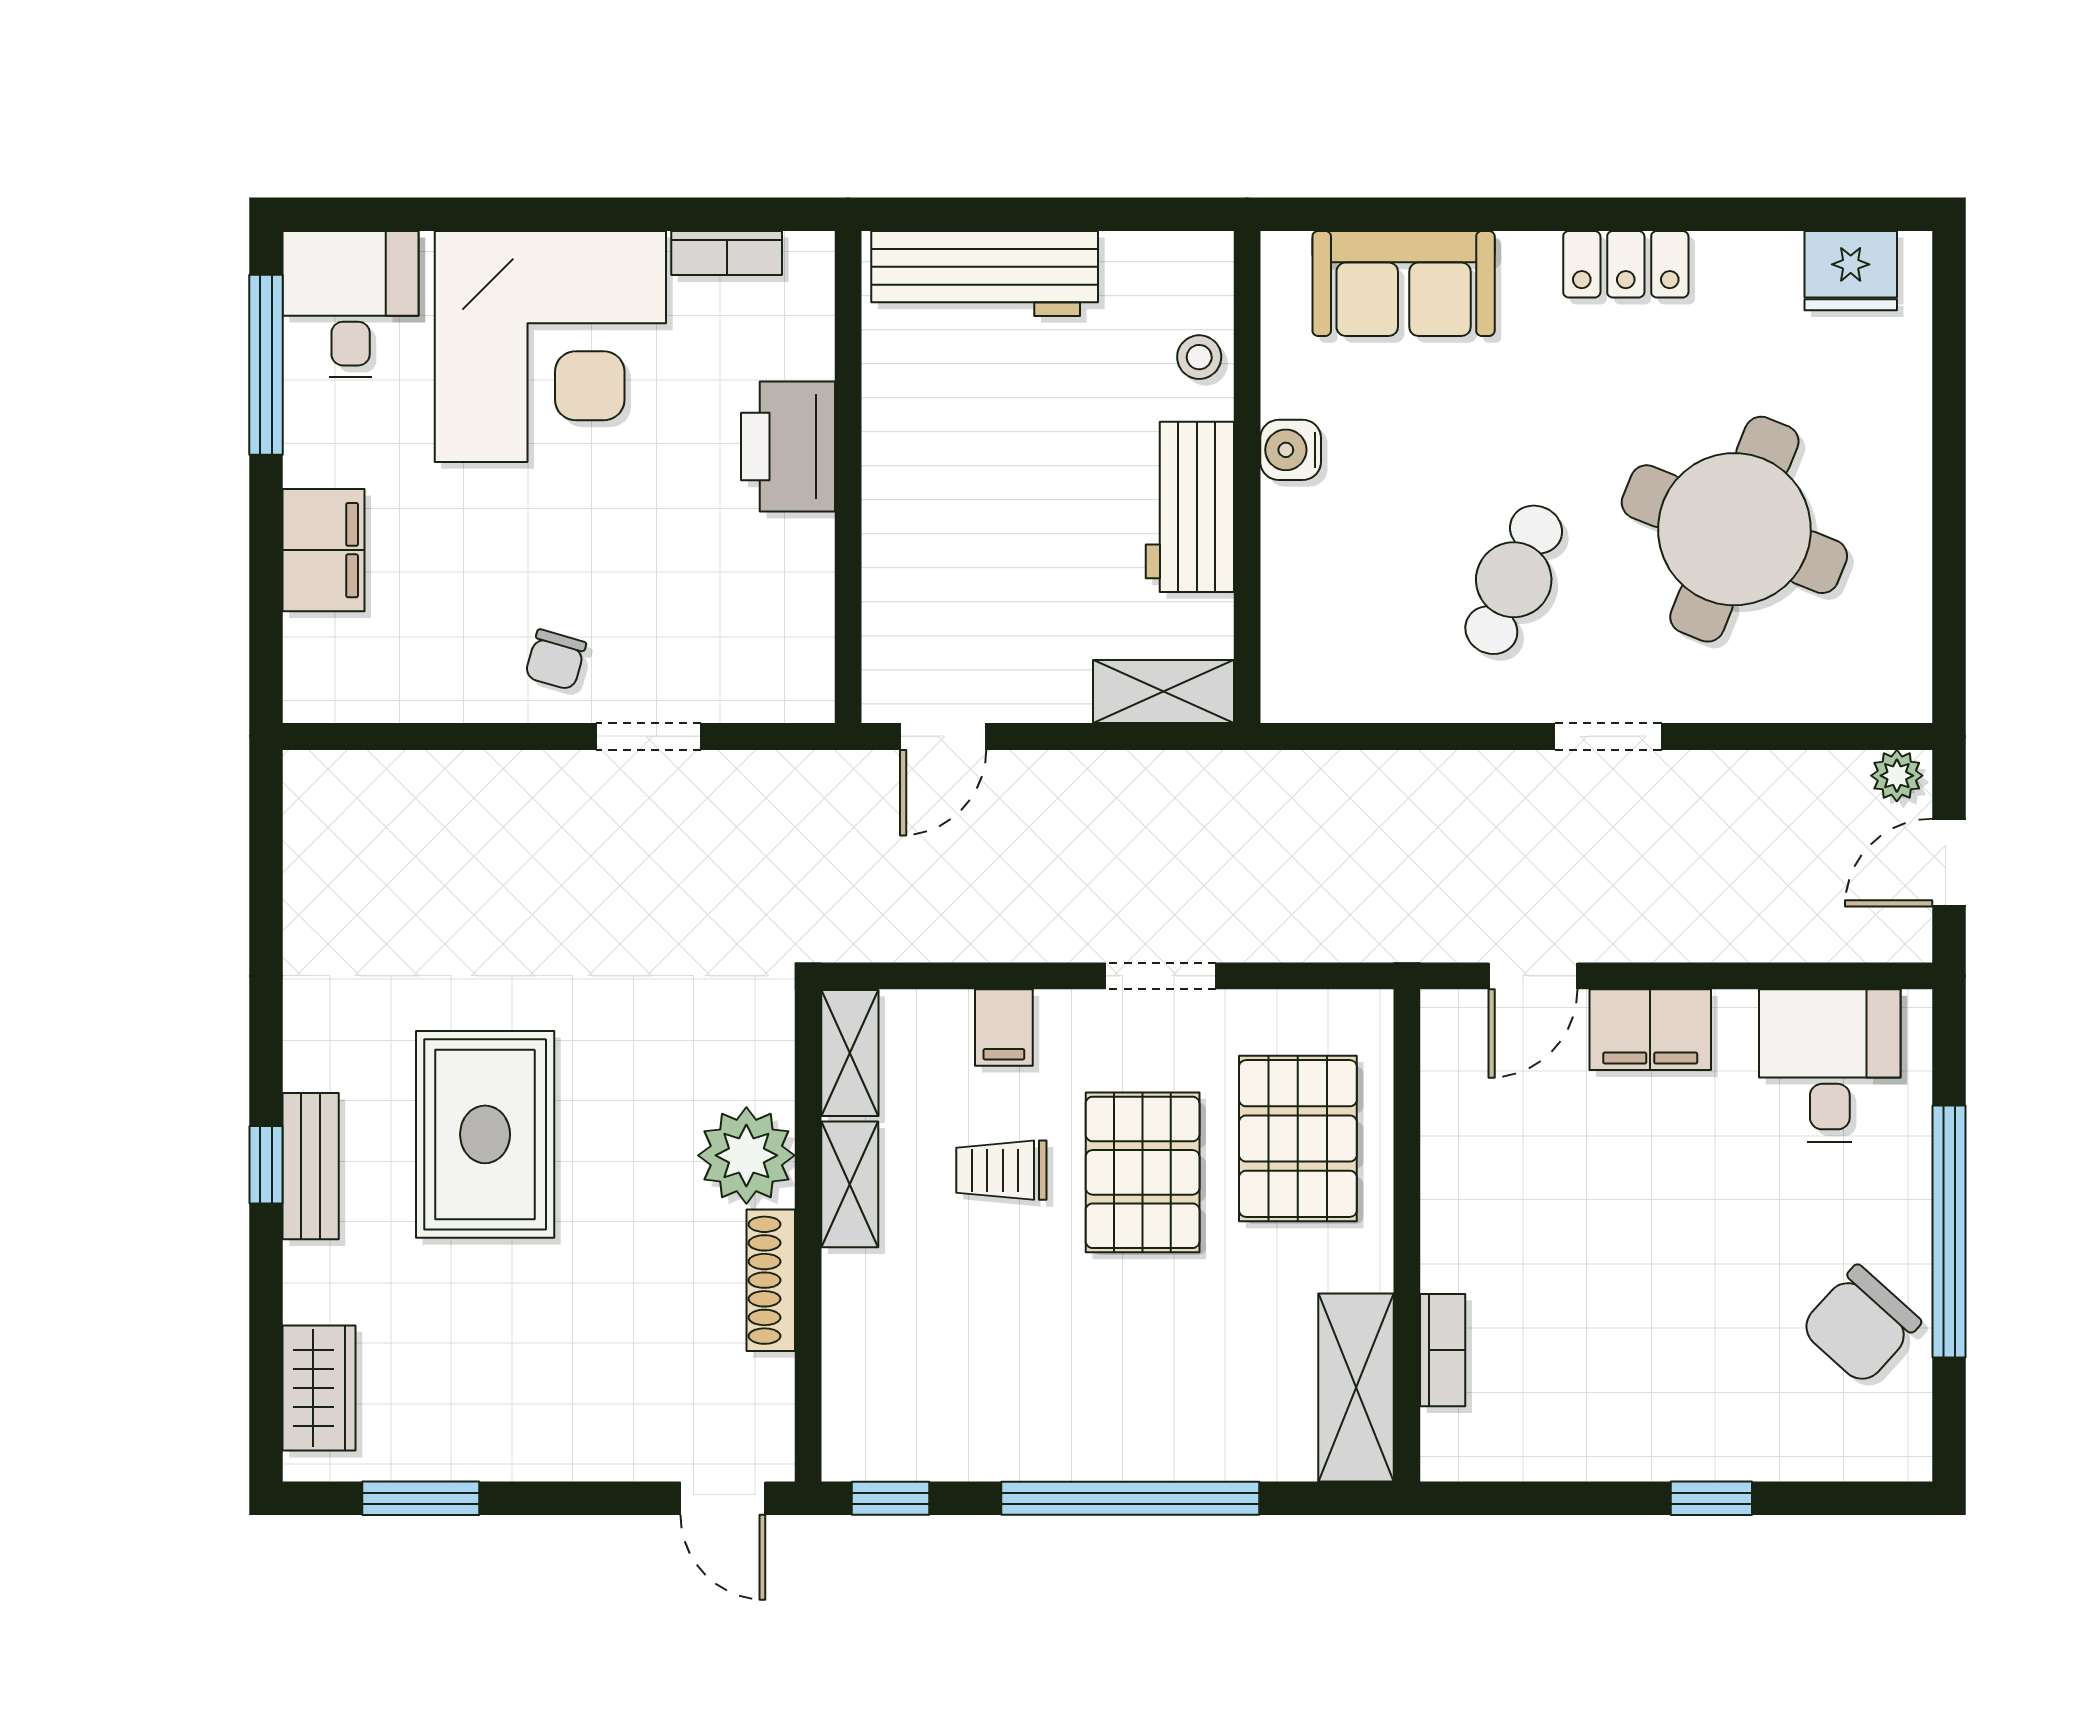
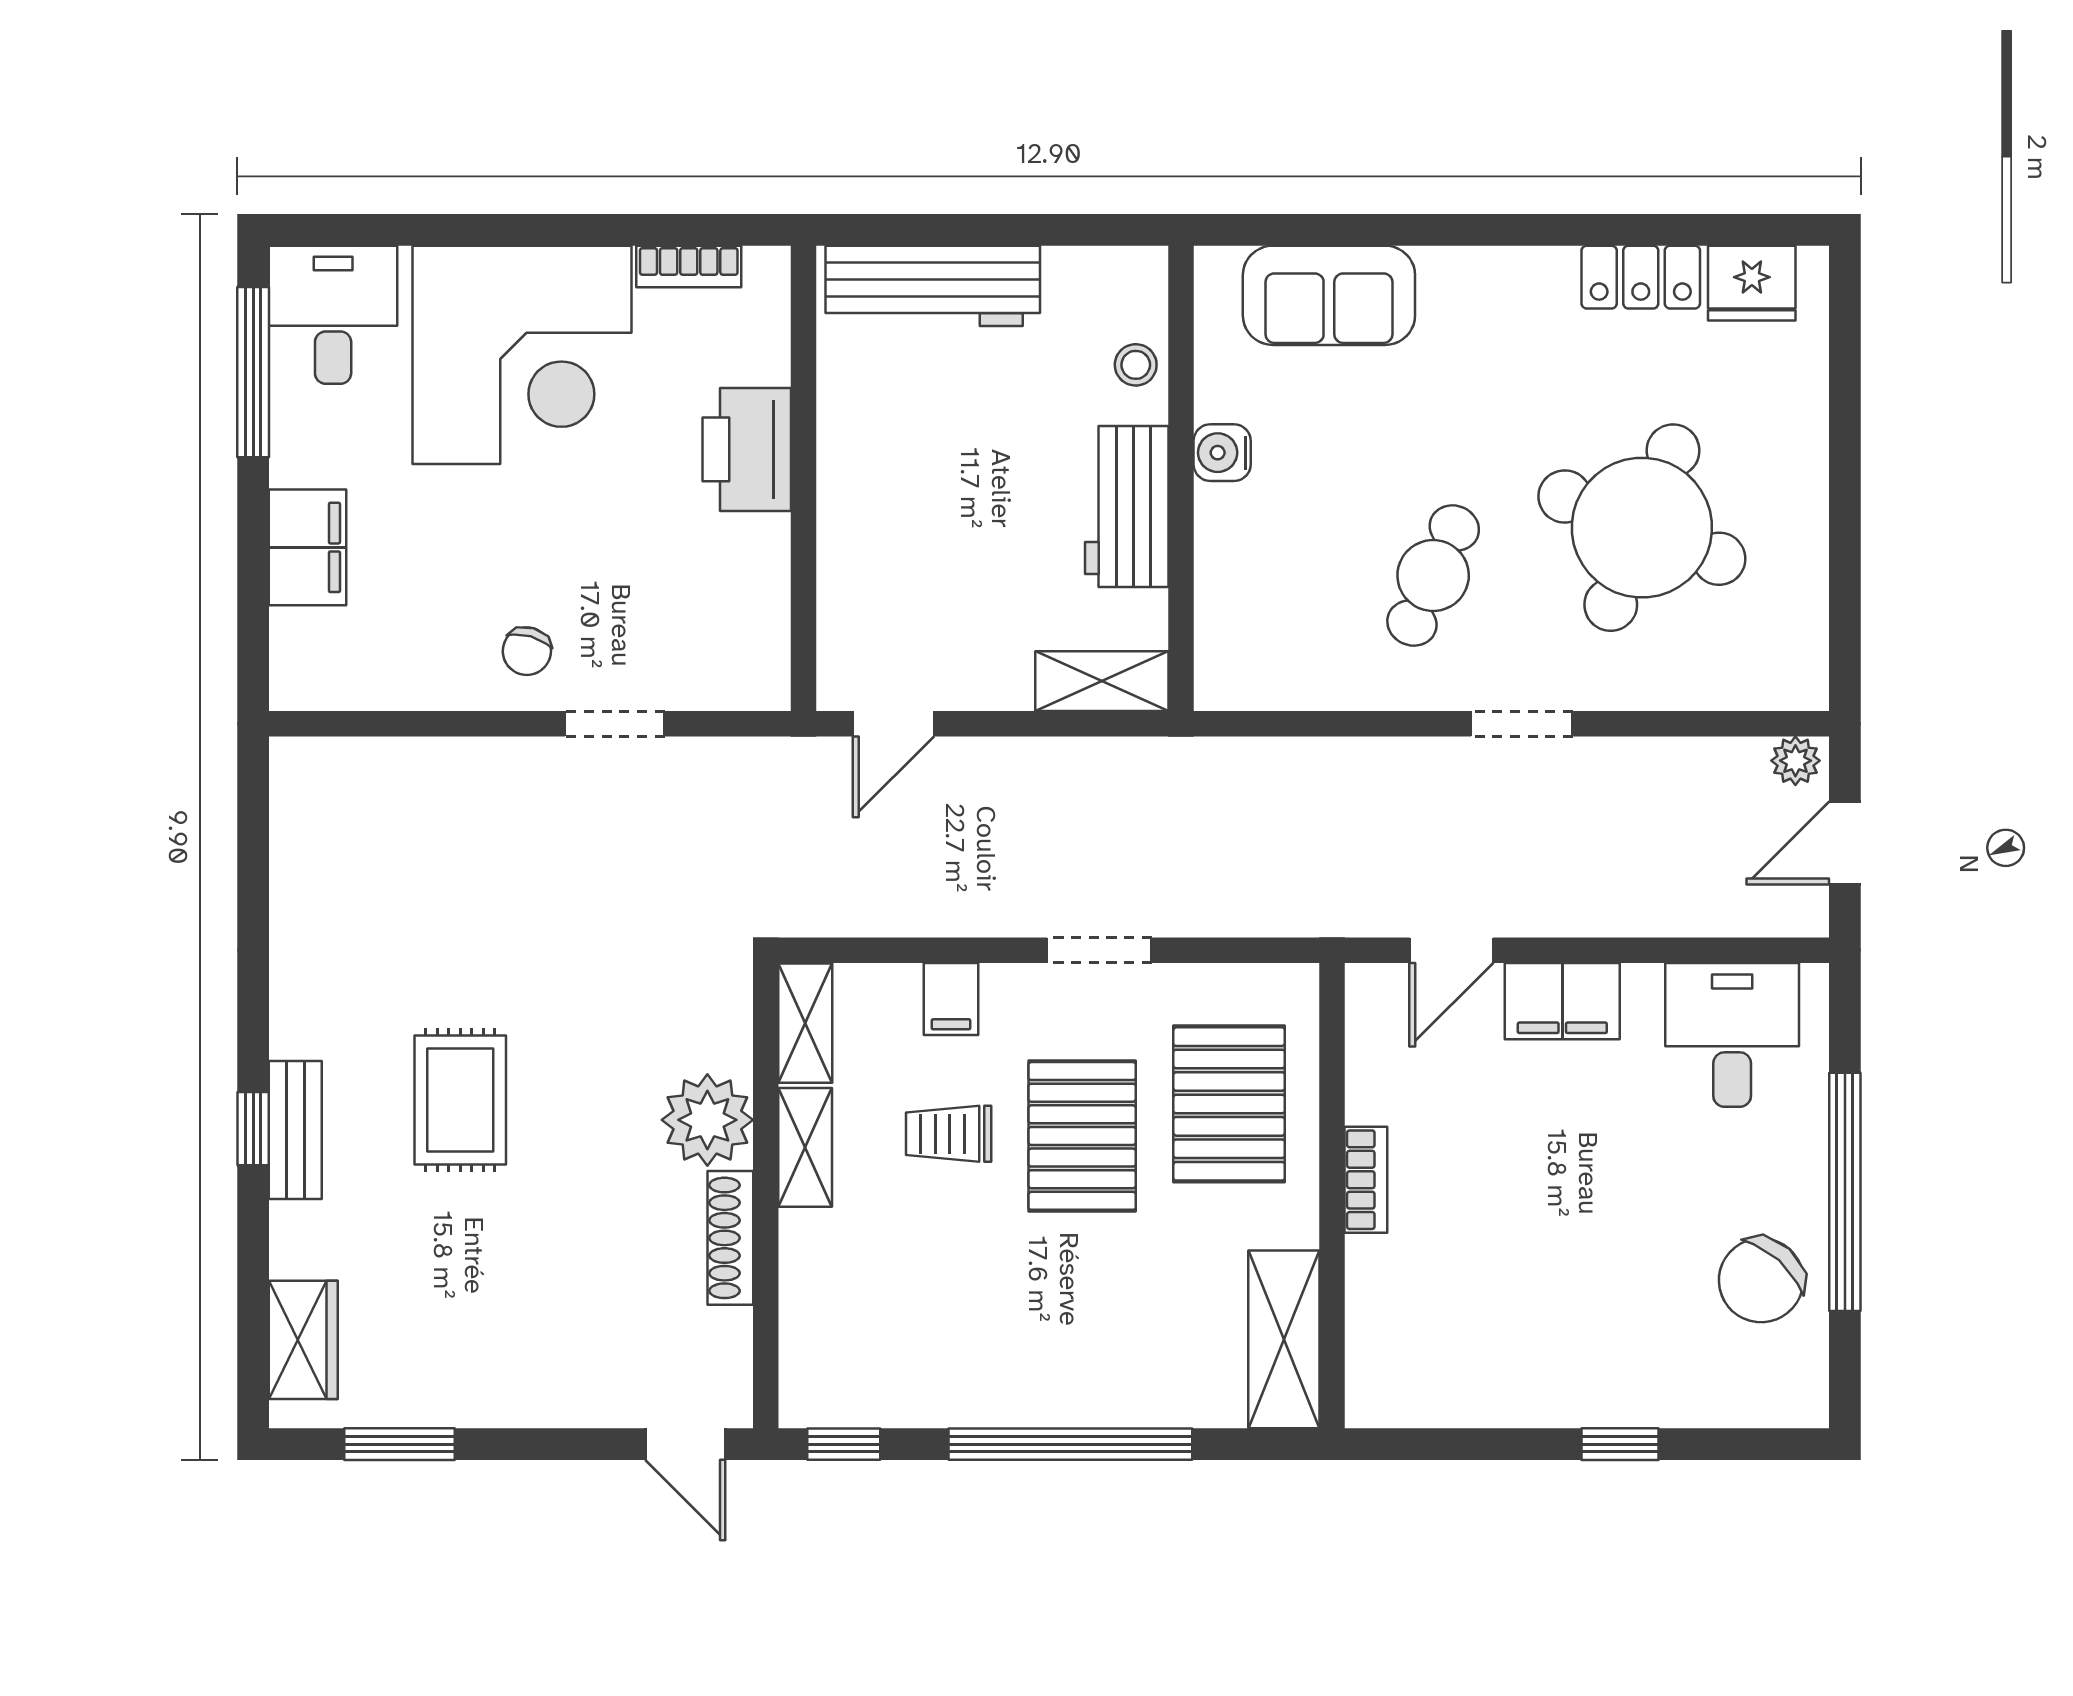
locker: (1626, 264) -> (1641, 277), moved
rug: (485, 1134) -> (460, 1100), width x0.73, depth x0.70
bookcase: (1443, 1350) -> (1366, 1180), moved

